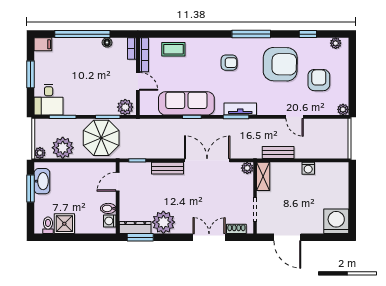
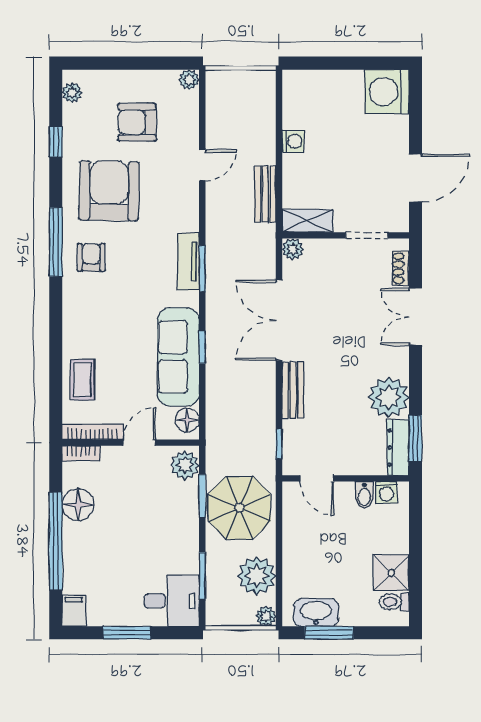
floor lamp: (107, 42) -> (78, 505), width x1.89, depth x1.89
armchair: (229, 63) -> (91, 257), moved
floor lamp: (151, 108) -> (187, 420), added

